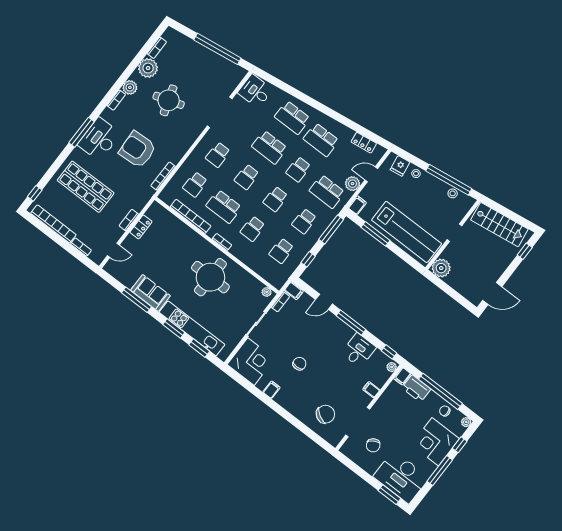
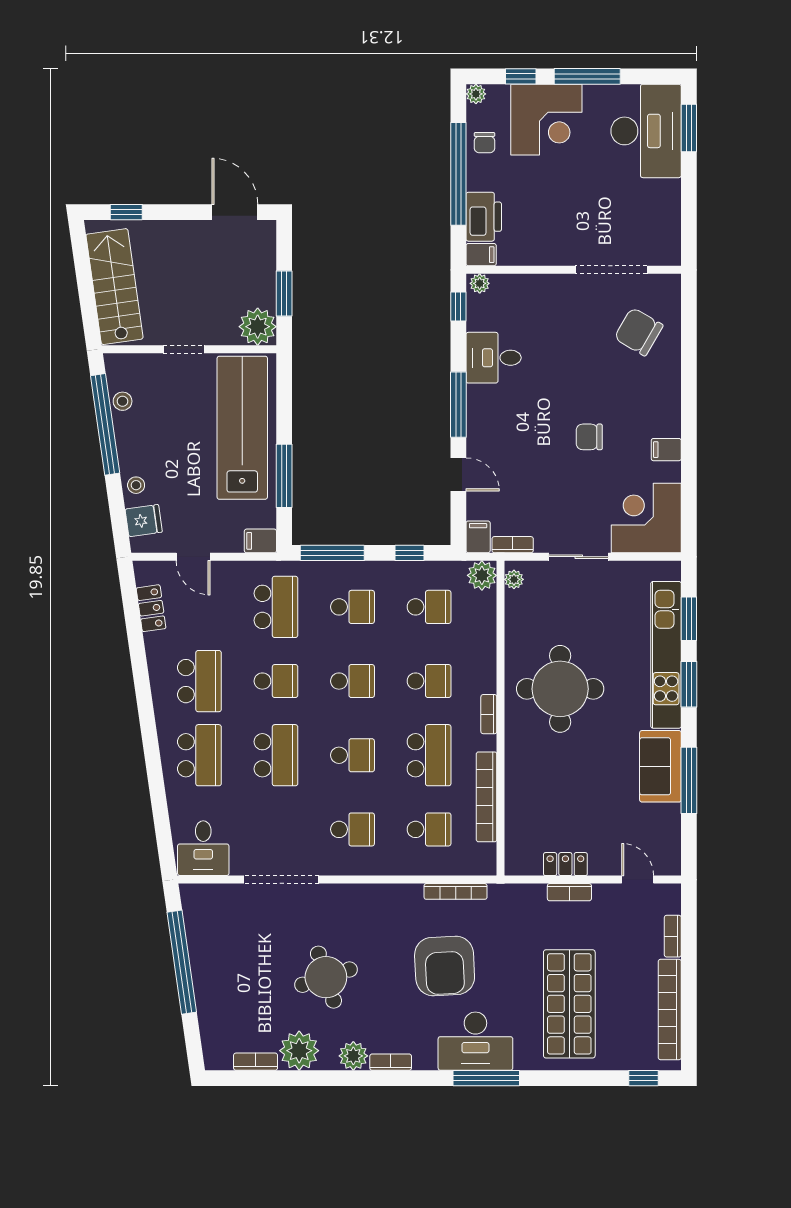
plant: (352, 184) -> (482, 575), moved
window: (446, 288) -> (284, 294), added
filing cabinet: (371, 390) -> (542, 288), removed
chair: (373, 445) -> (630, 216), removed

